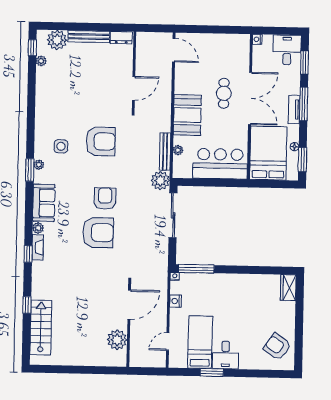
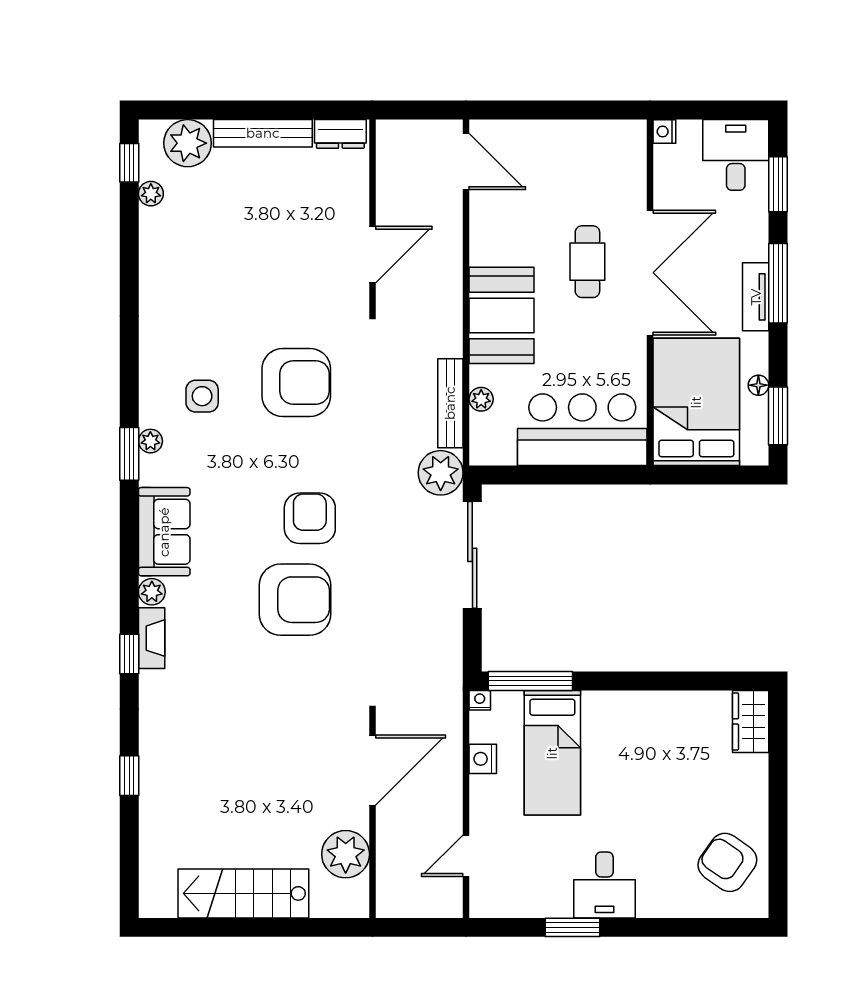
stairs: (41, 327) -> (243, 893), moved, turned -90
bed: (200, 342) -> (552, 753), moved, turned 180

